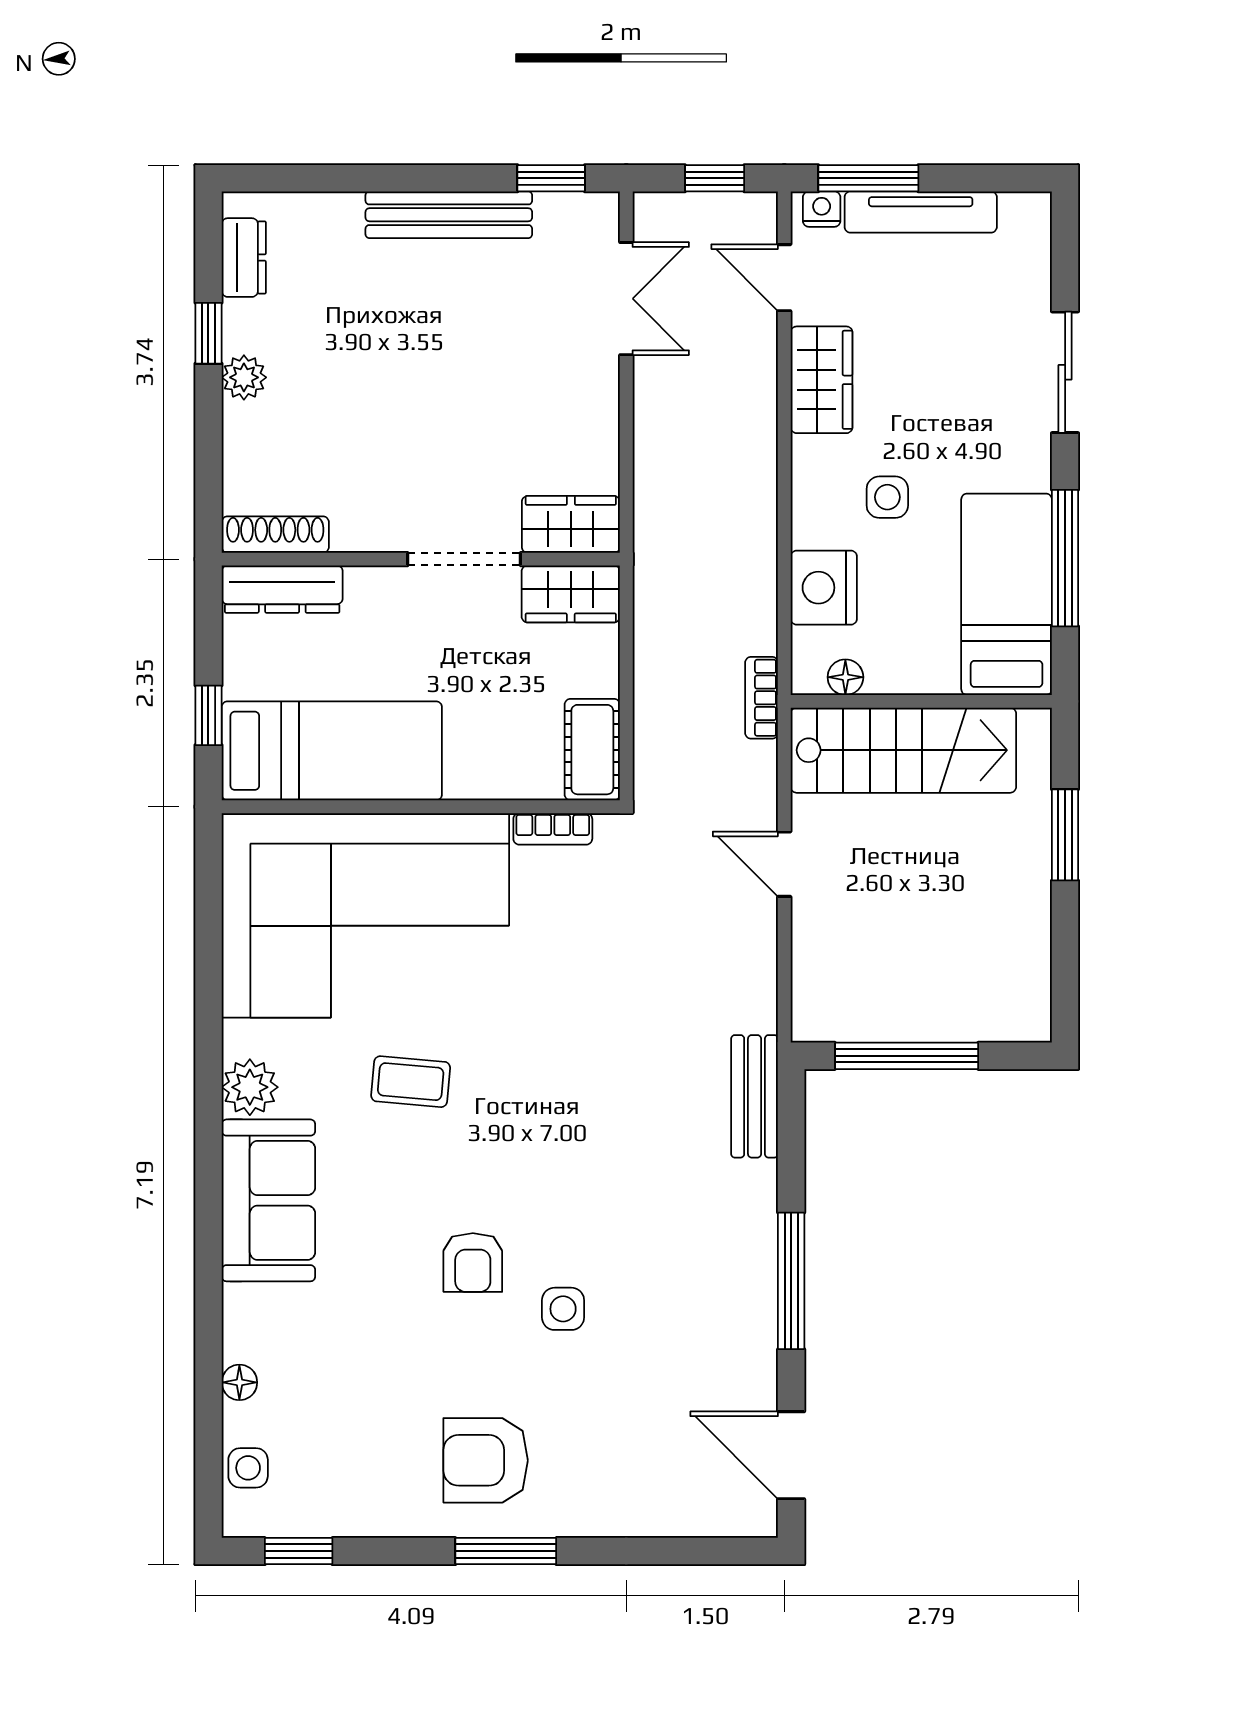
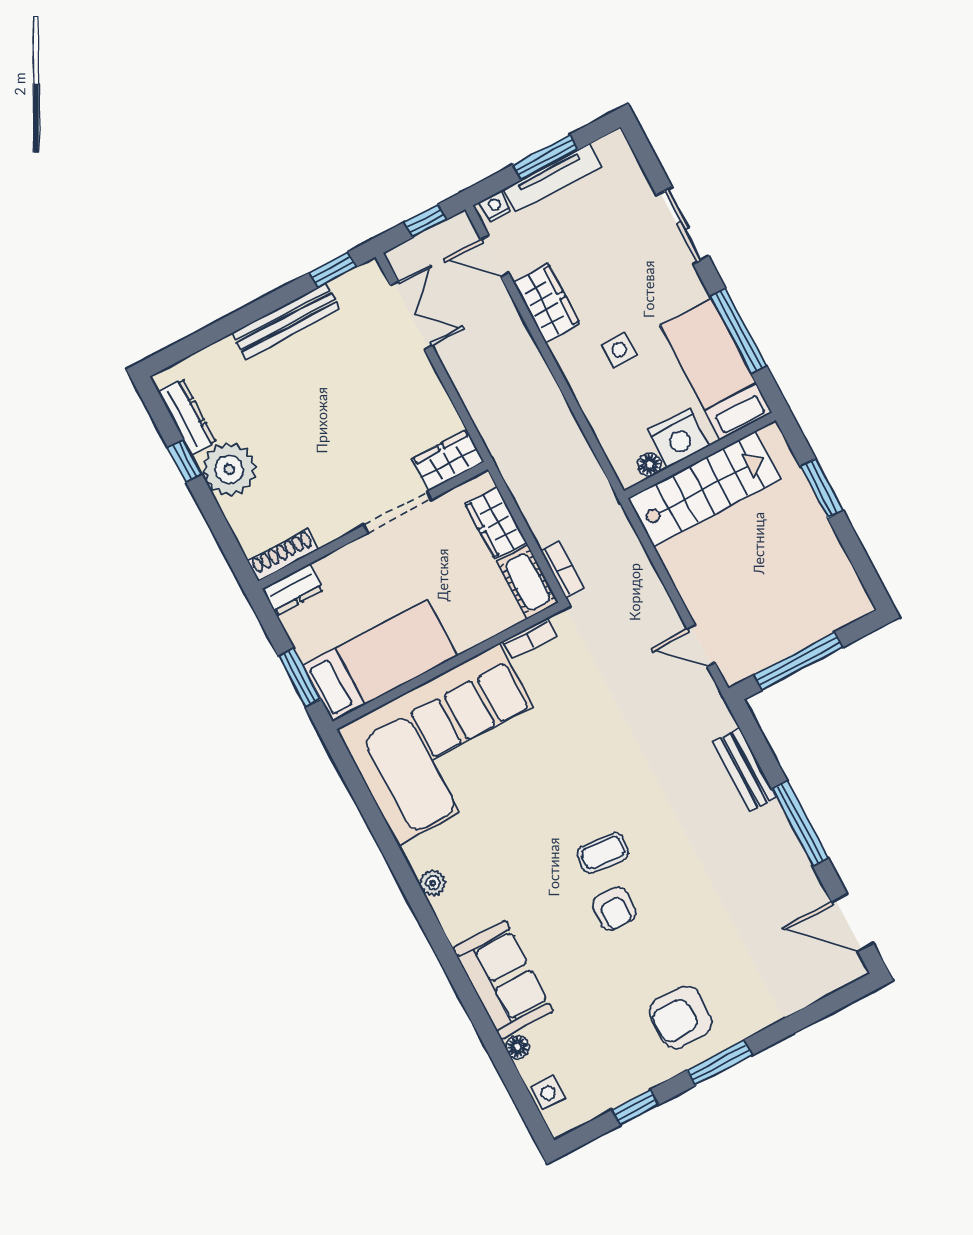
window: (868, 178) -> (545, 157), moved
dresser: (244, 258) -> (187, 417), width x1.44
plant: (244, 377) -> (229, 469), width x1.87, depth x1.87
nightstand: (824, 588) -> (679, 438), moved, turned -90
dresser: (282, 589) -> (293, 589), width x0.70
wardrobe: (571, 594) -> (496, 523), moved, turned 90
bookcase: (762, 698) -> (562, 569), moved, turned 180
window: (208, 715) -> (300, 678), width x1.50
door: (784, 864) -> (701, 646), moved
coffee table: (411, 1082) -> (603, 853), moved
plant: (250, 1087) -> (433, 883), width x0.73, depth x0.73
bench: (755, 1096) -> (745, 769), moved
sofa: (268, 1200) -> (503, 980), moved
side table: (563, 1309) -> (679, 908), removed
window: (299, 1551) -> (635, 1107), moved

